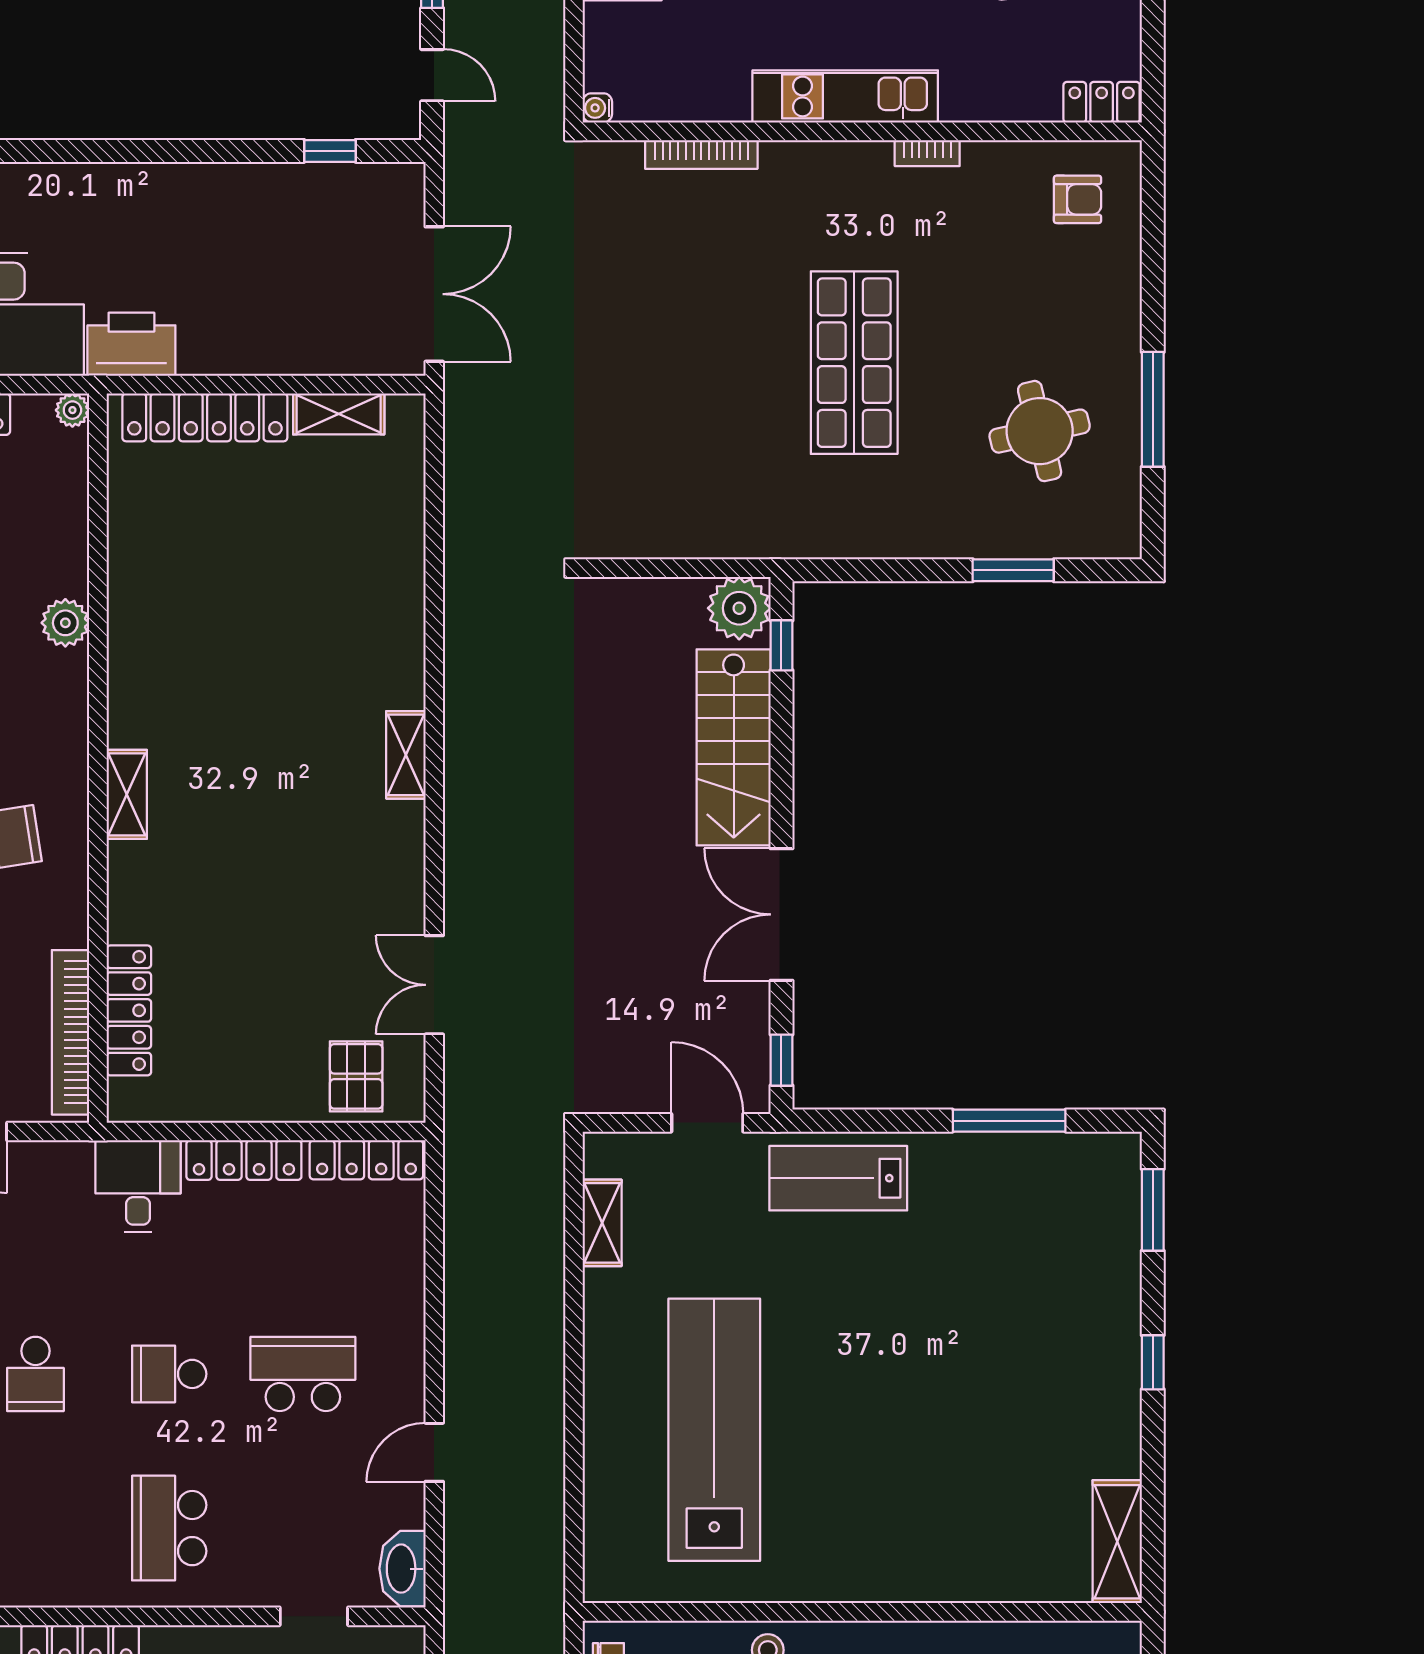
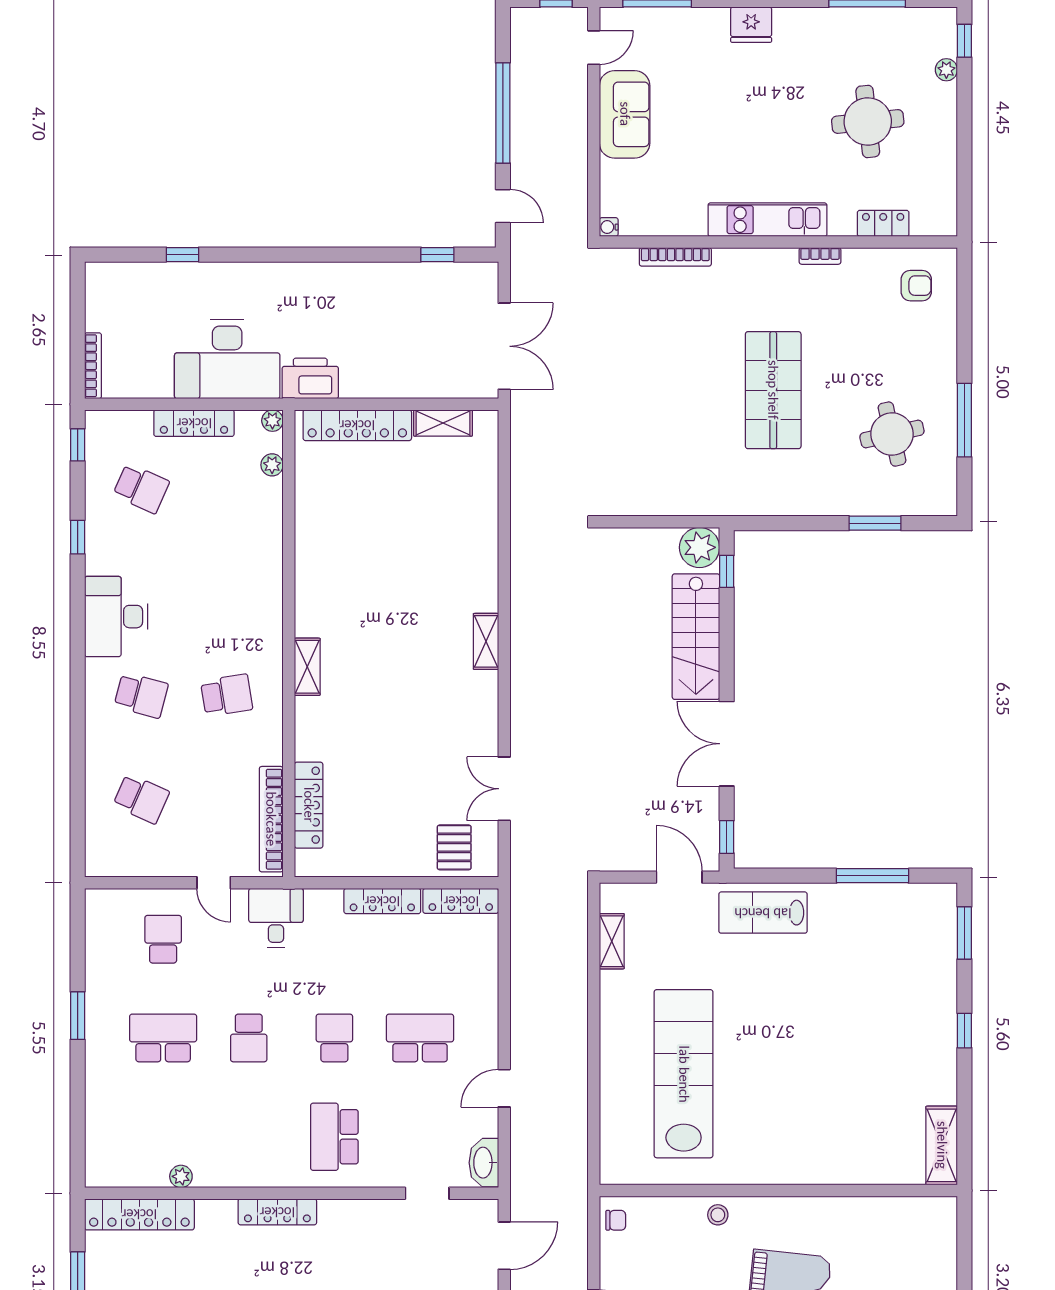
locker: (1102, 102) -> (883, 223), moved
plant: (65, 623) -> (272, 465), moved, width x0.73, depth x0.73
desk: (138, 1186) -> (276, 918), moved
school desk: (169, 1374) -> (334, 1038), turned 90

